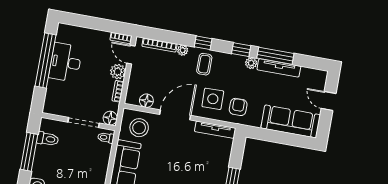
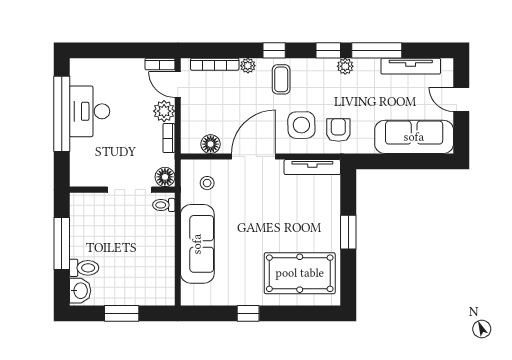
tv unit: (279, 68) -> (411, 66), moved
stool: (139, 128) -> (207, 183), width x0.53, depth x0.53
toilet: (48, 139) -> (84, 268), moved

